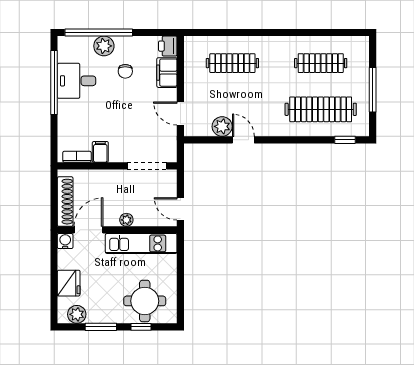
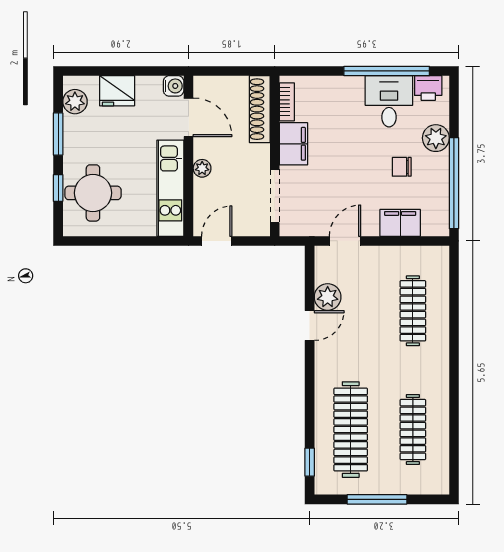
window: (99, 32) -> (454, 183), moved
printer: (168, 46) -> (428, 88), moved, turned 180
filing cabinet: (100, 152) -> (293, 144), width x2.00
shoe rack: (65, 202) -> (260, 109), moved, turned 90

